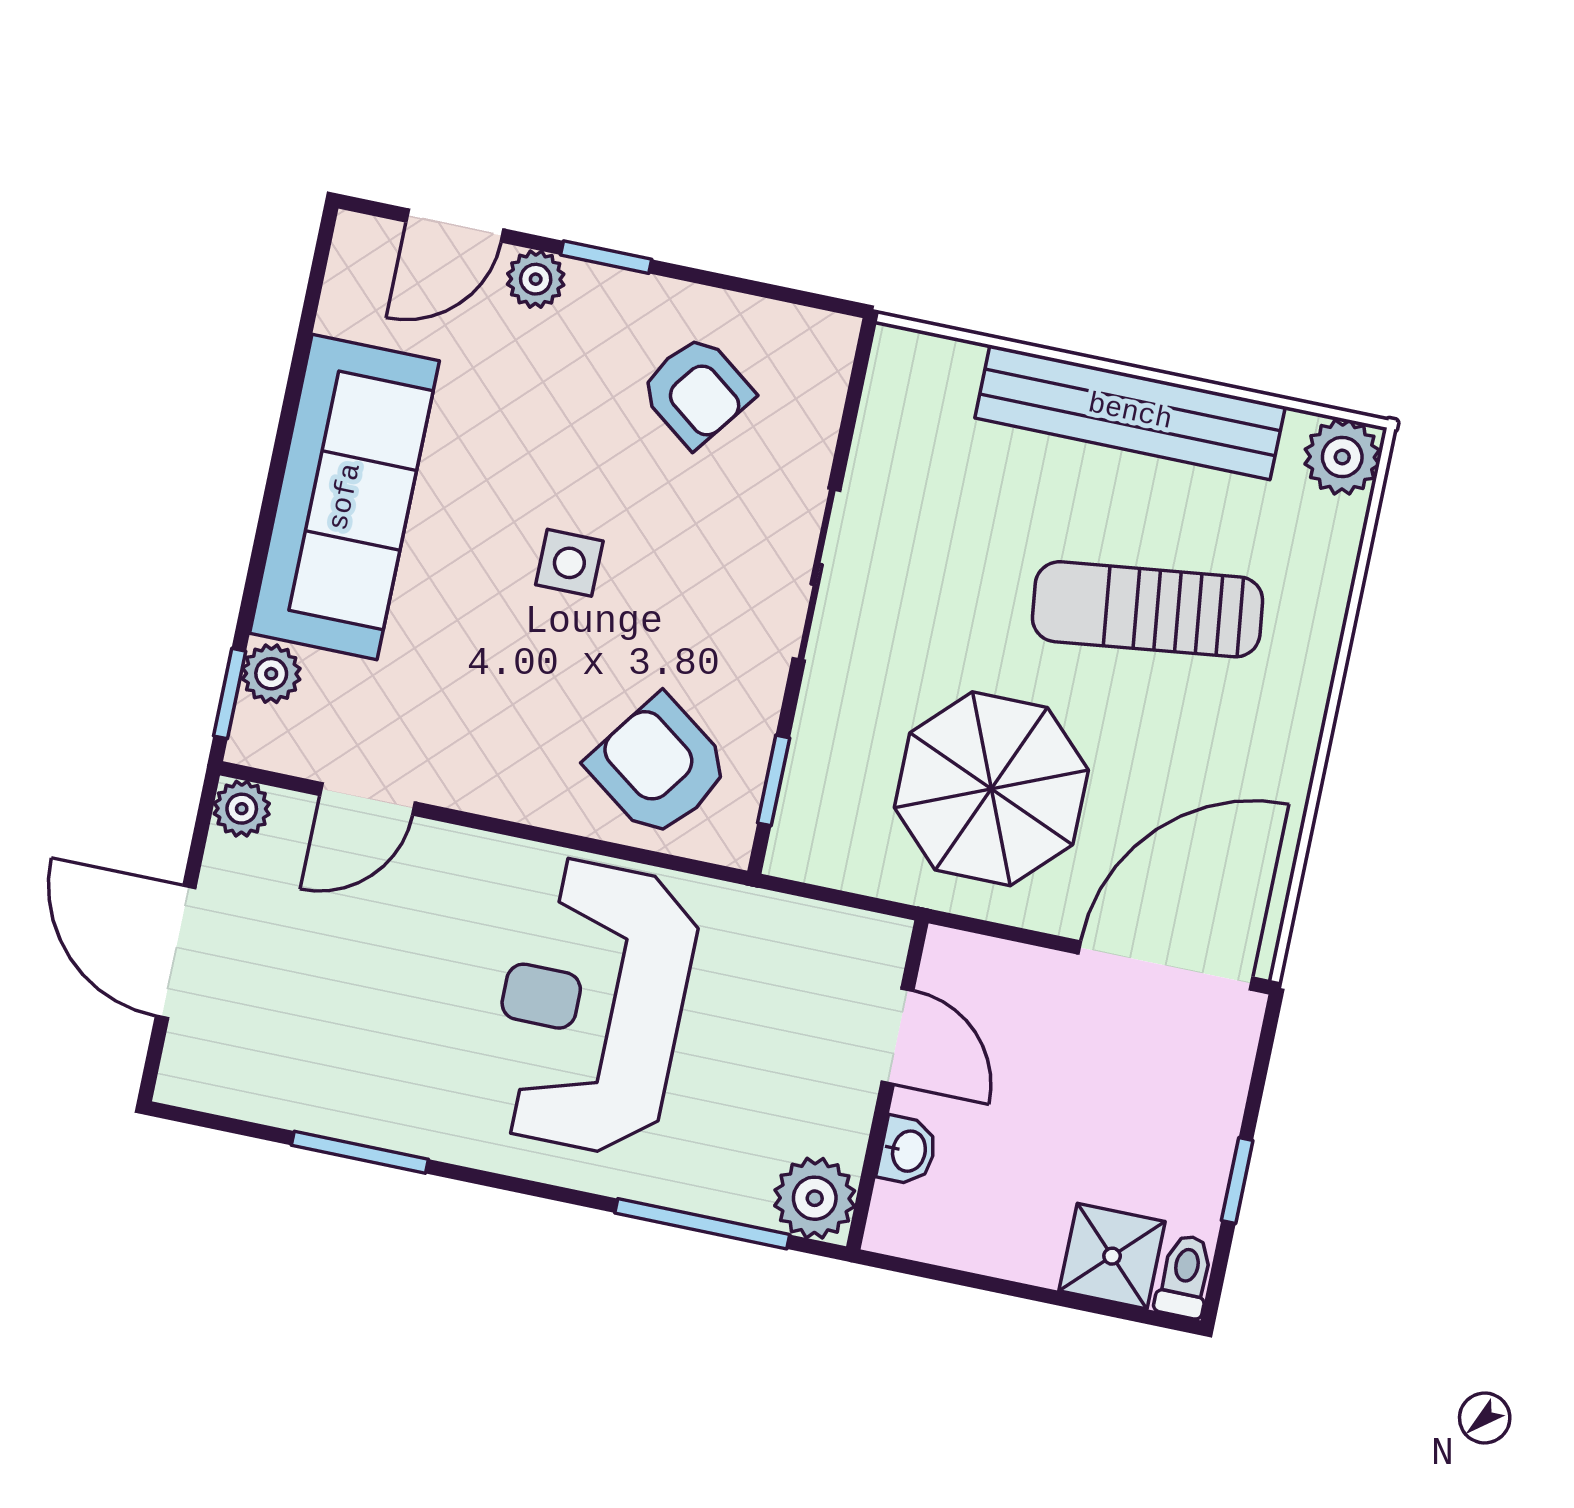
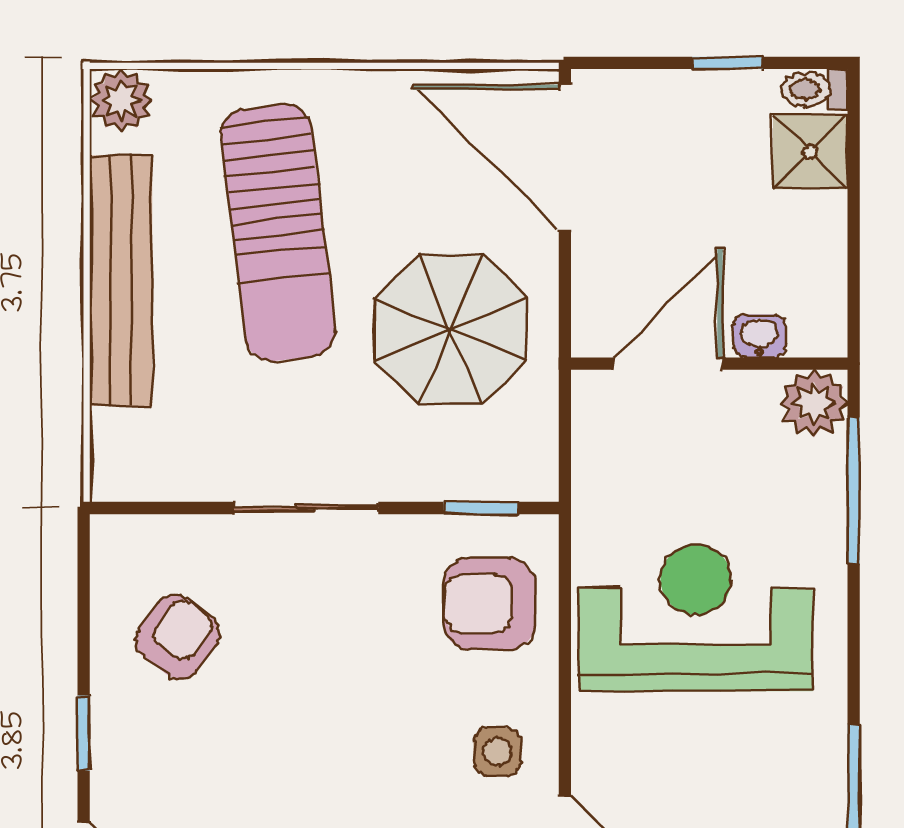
plant: (536, 279) -> (114, 787), removed
side table: (569, 563) -> (497, 751), moved
sun lounger: (1148, 609) -> (278, 233), width x1.36, depth x1.34
armchair: (659, 767) -> (489, 604), turned 54
reception desk: (591, 1007) -> (696, 618), turned 180
door: (898, 1036) -> (668, 364), width x1.38

